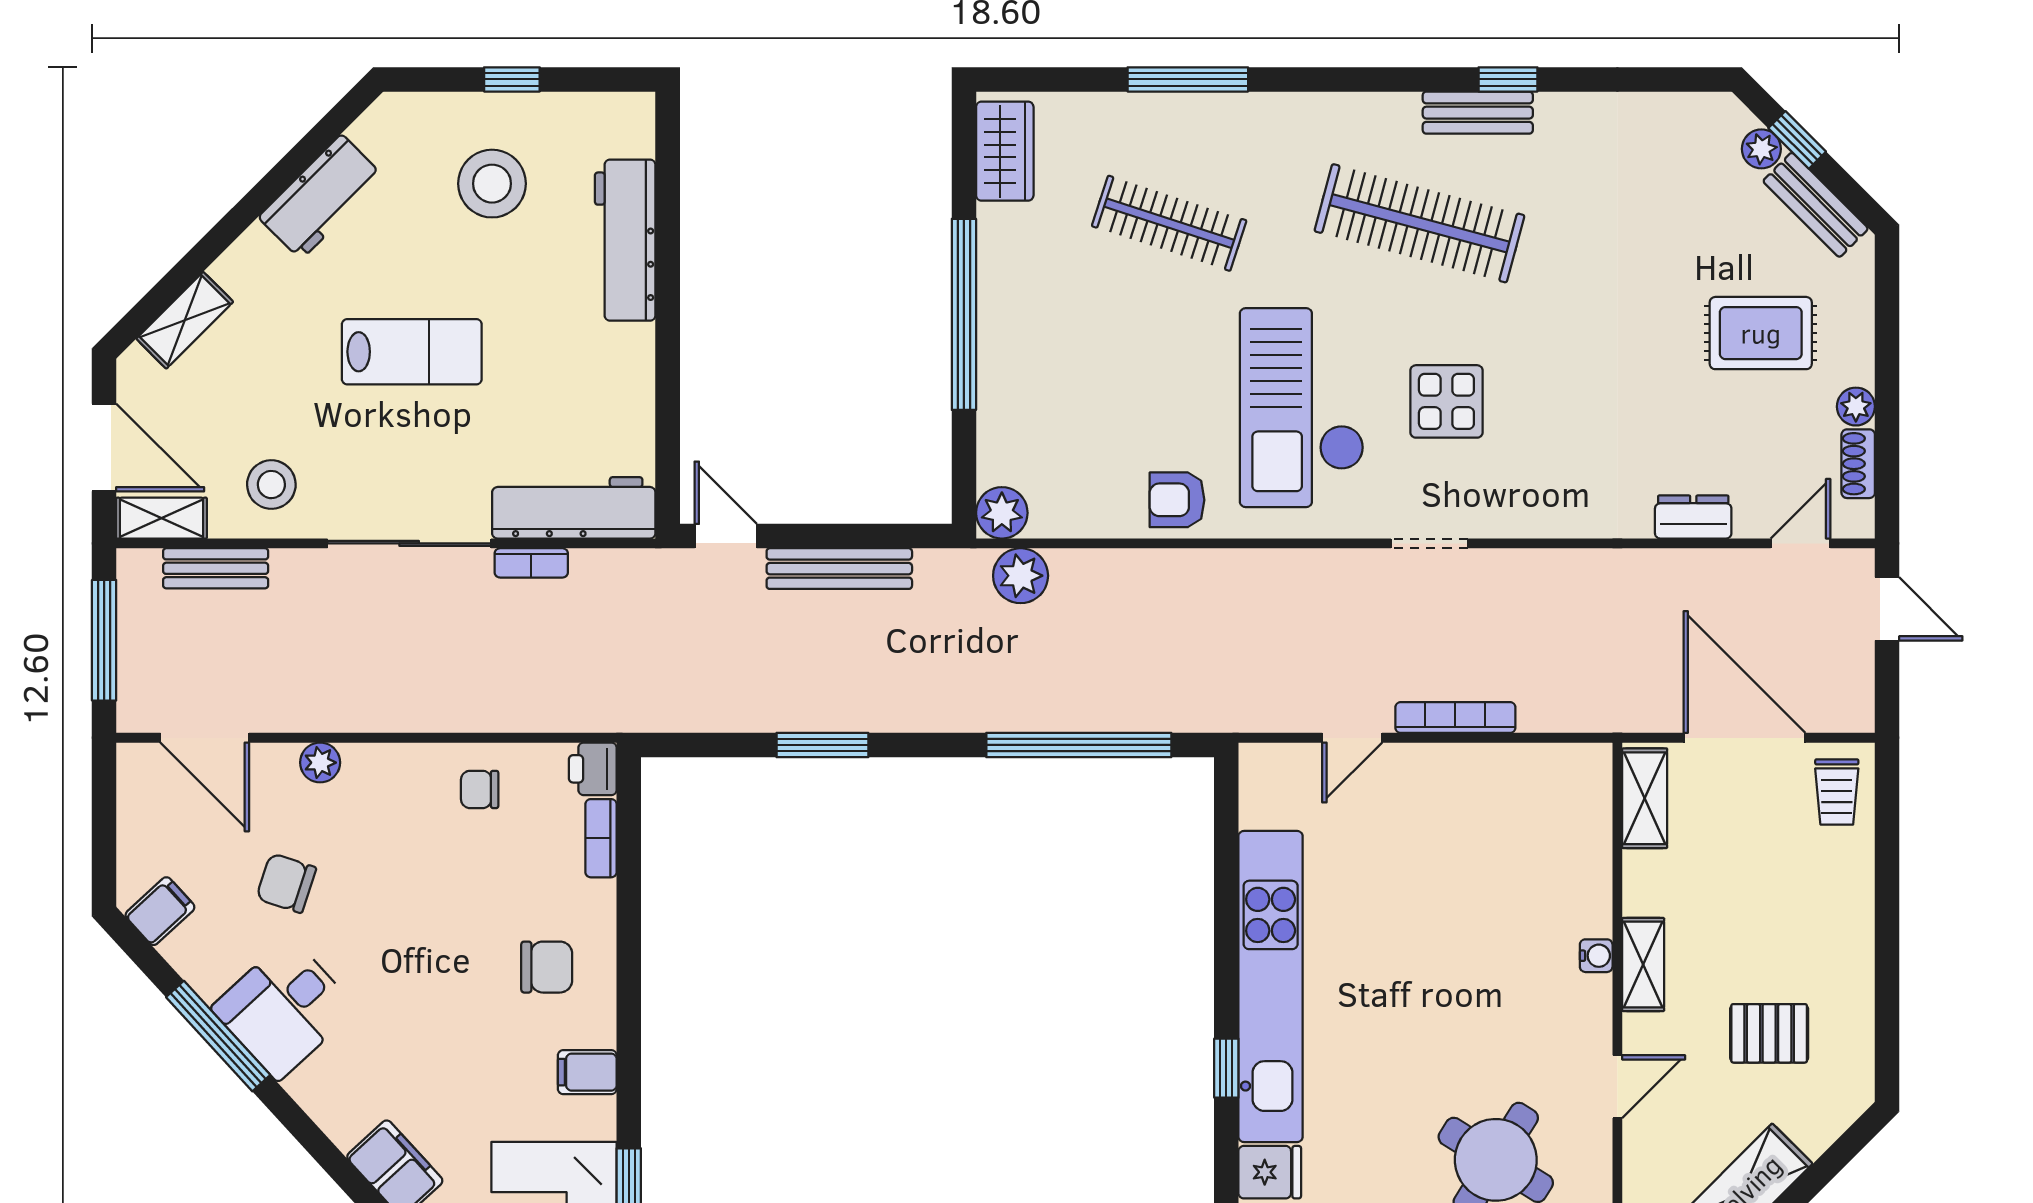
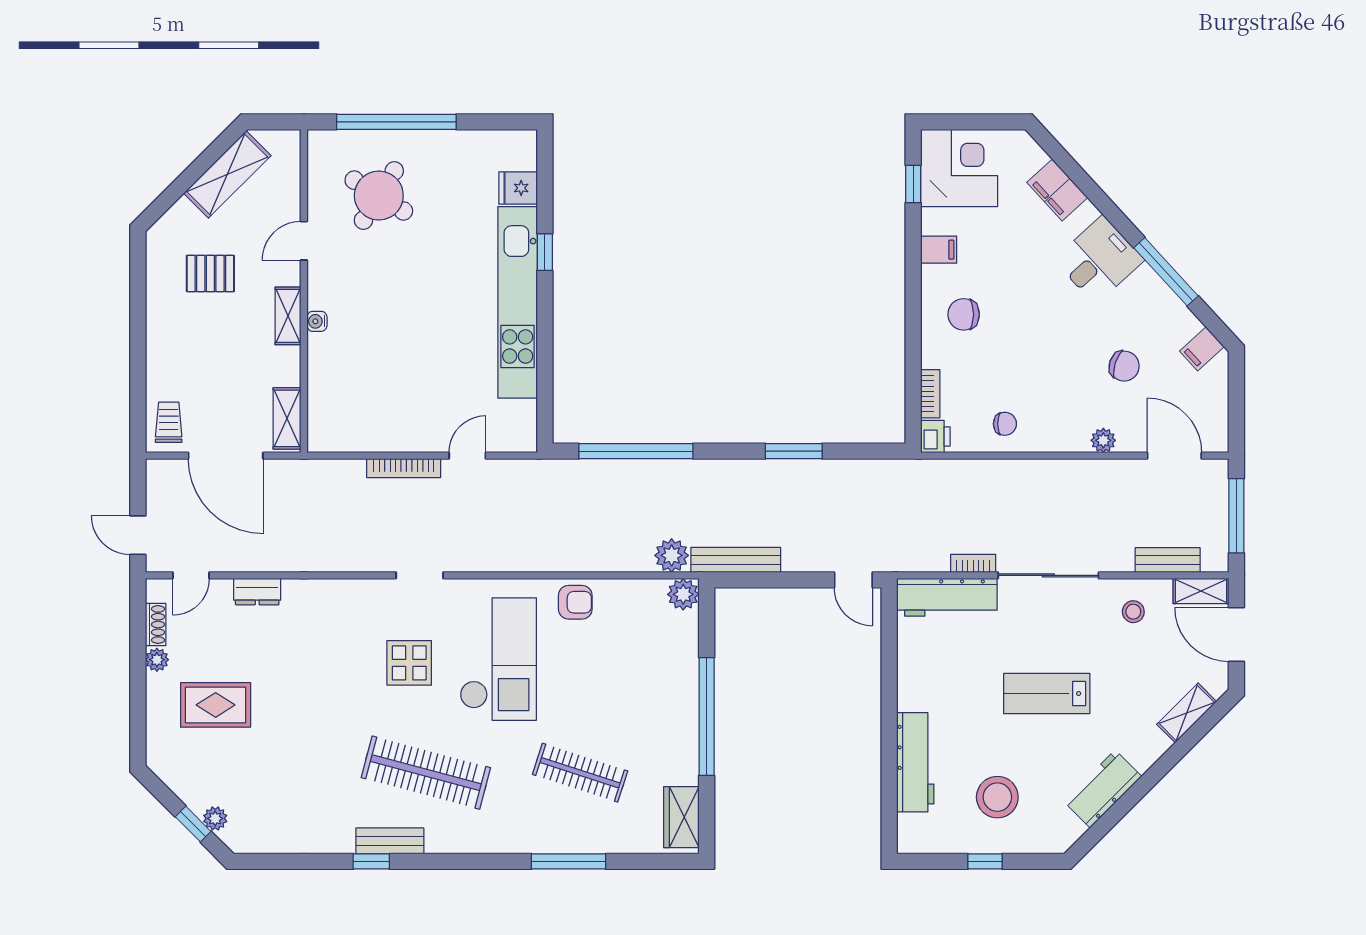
bench: (1816, 205) -> (182, 784), removed
stool: (271, 485) -> (1133, 612), width x0.73, depth x0.73
bench: (839, 569) -> (736, 560), moved
desk: (284, 1009) -> (1099, 260), moved

